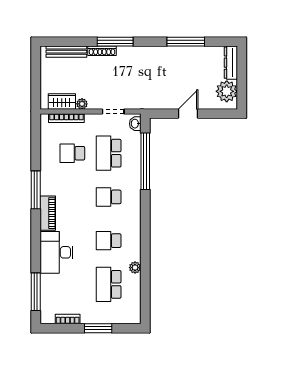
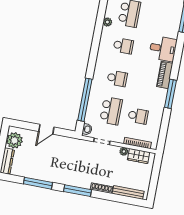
window: (115, 42) -> (77, 191), moved
desk: (56, 252) -> (163, 49), width x0.73

